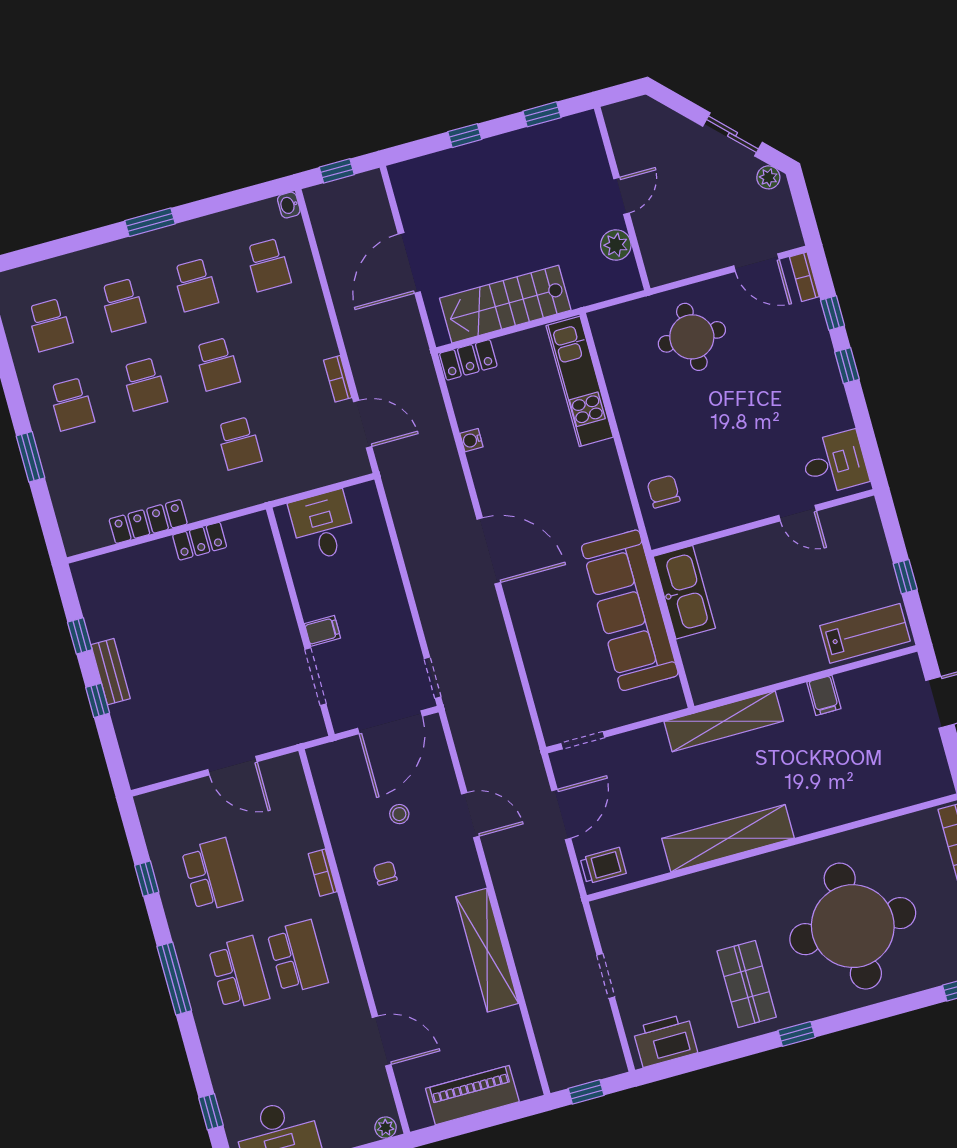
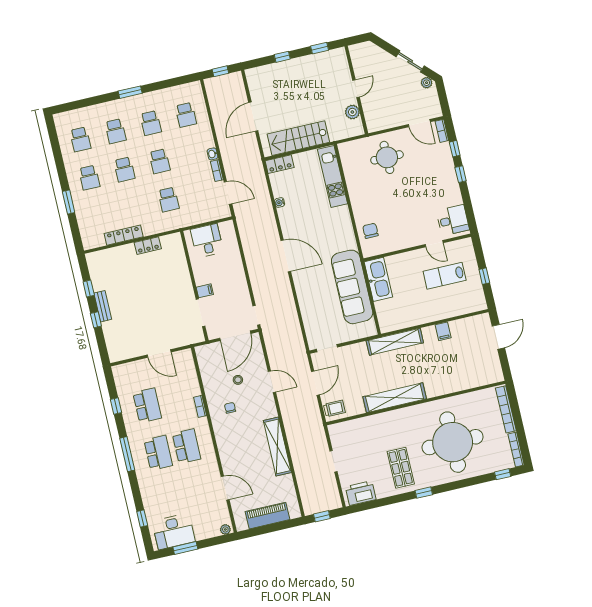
washbasin: (289, 205) -> (212, 154), moved
lab bench: (865, 633) -> (445, 276), moved, turned 180

